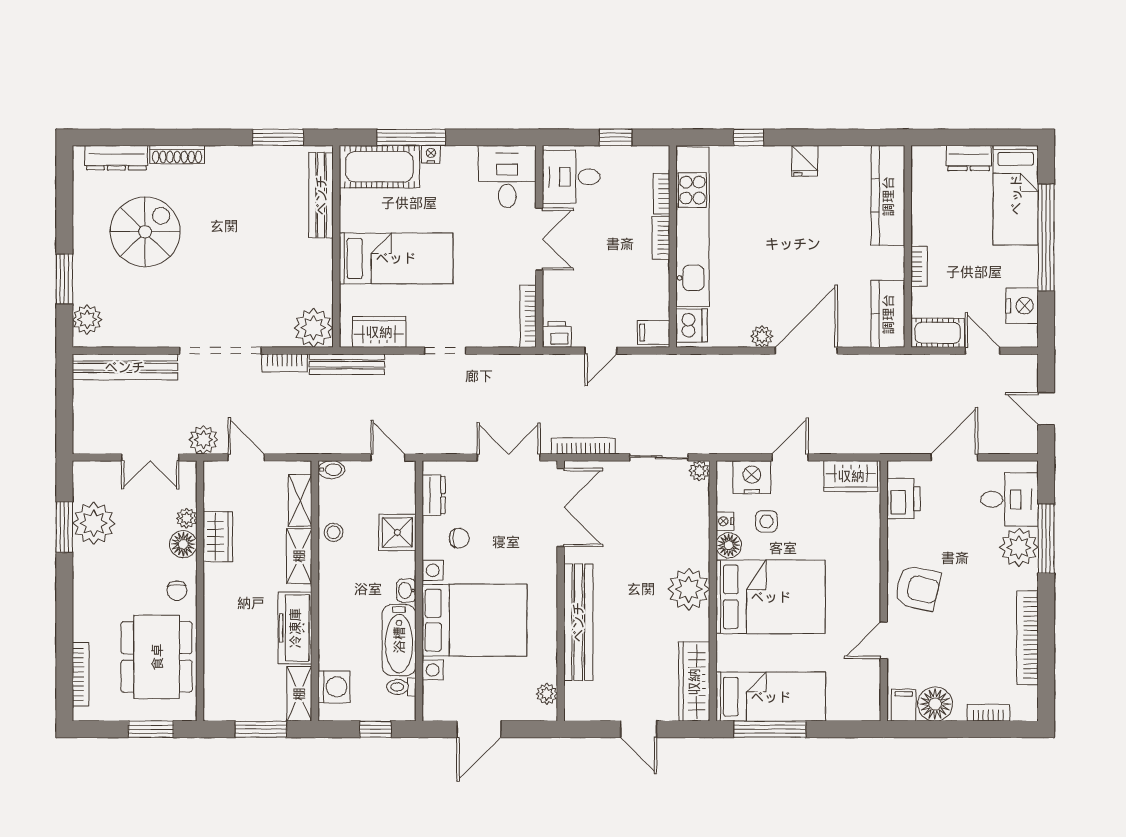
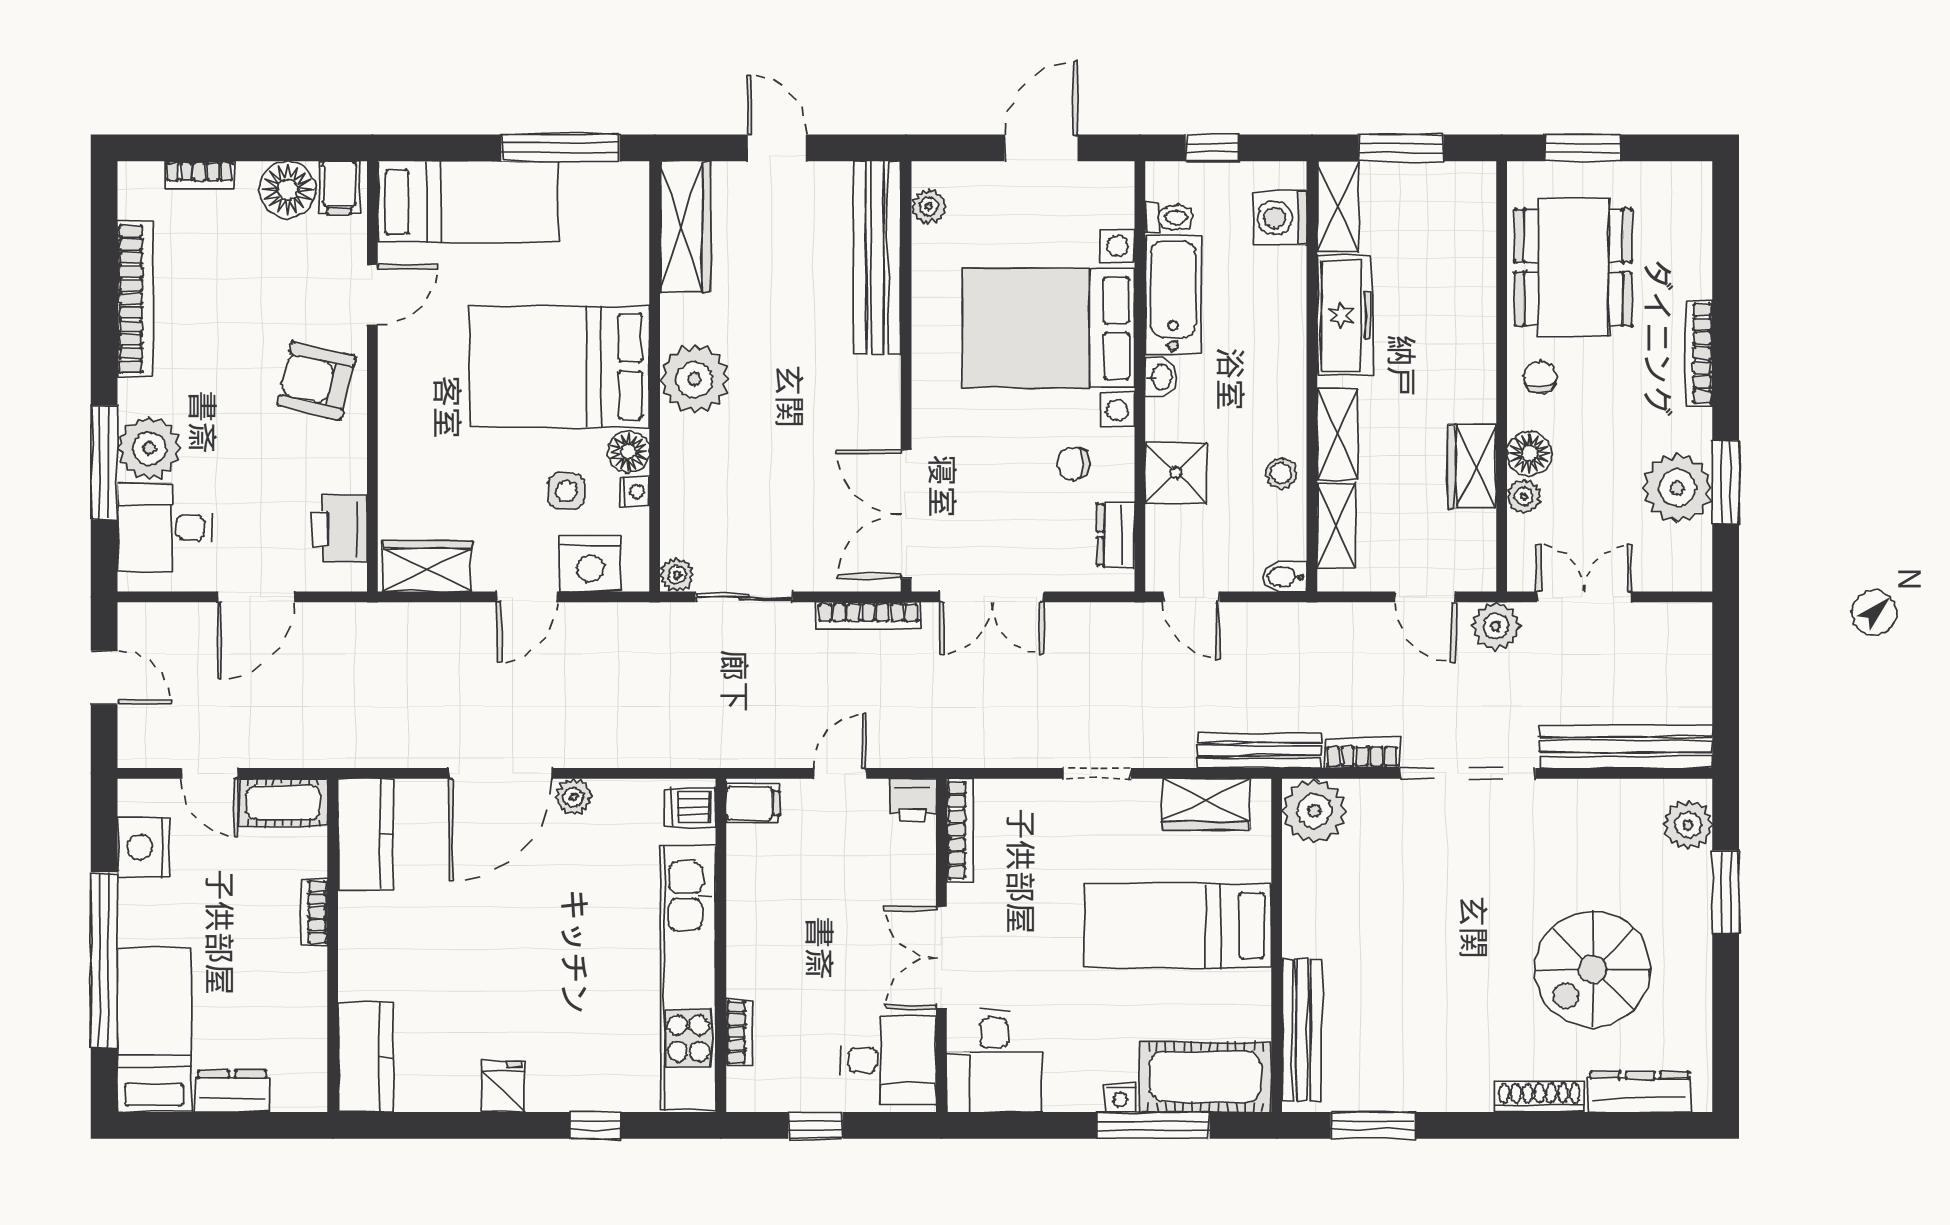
kitchen counter: (888, 196) -> (366, 1057), width x0.67
bookcase: (661, 238) -> (740, 960), removed
dishwasher: (692, 326) -> (690, 807), width x0.73
bench: (578, 622) -> (877, 257), moved
bookcase: (81, 674) -> (1699, 353), moved
bed: (771, 697) -> (468, 202), moved, turned 180

